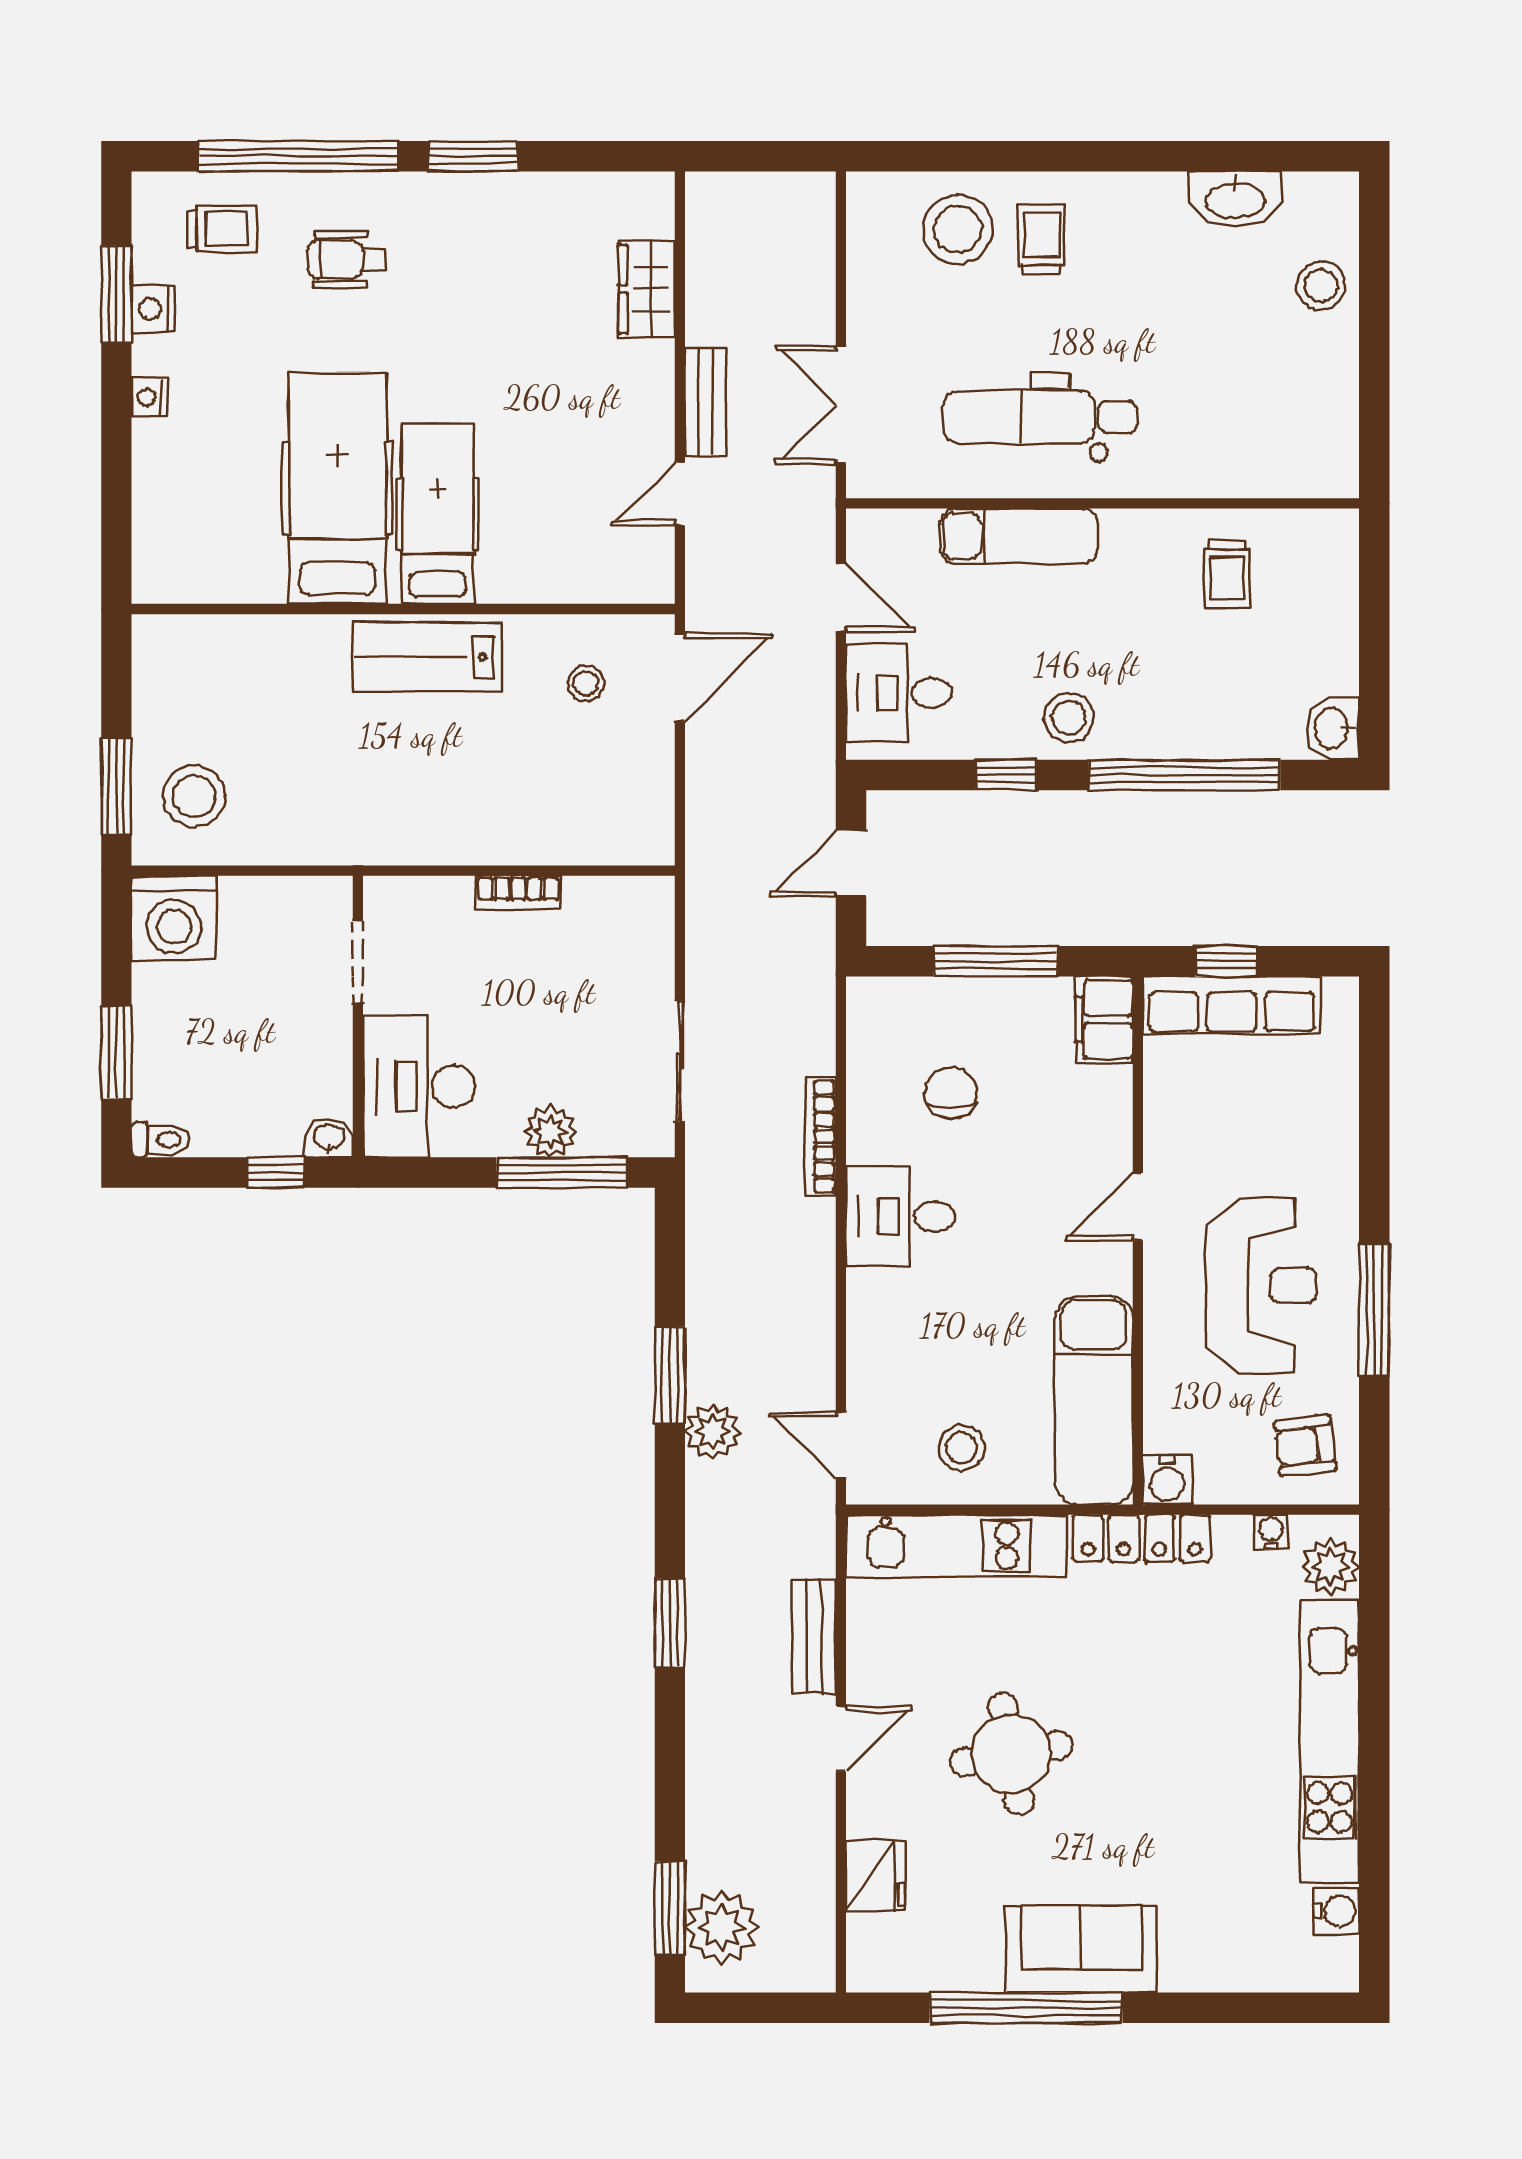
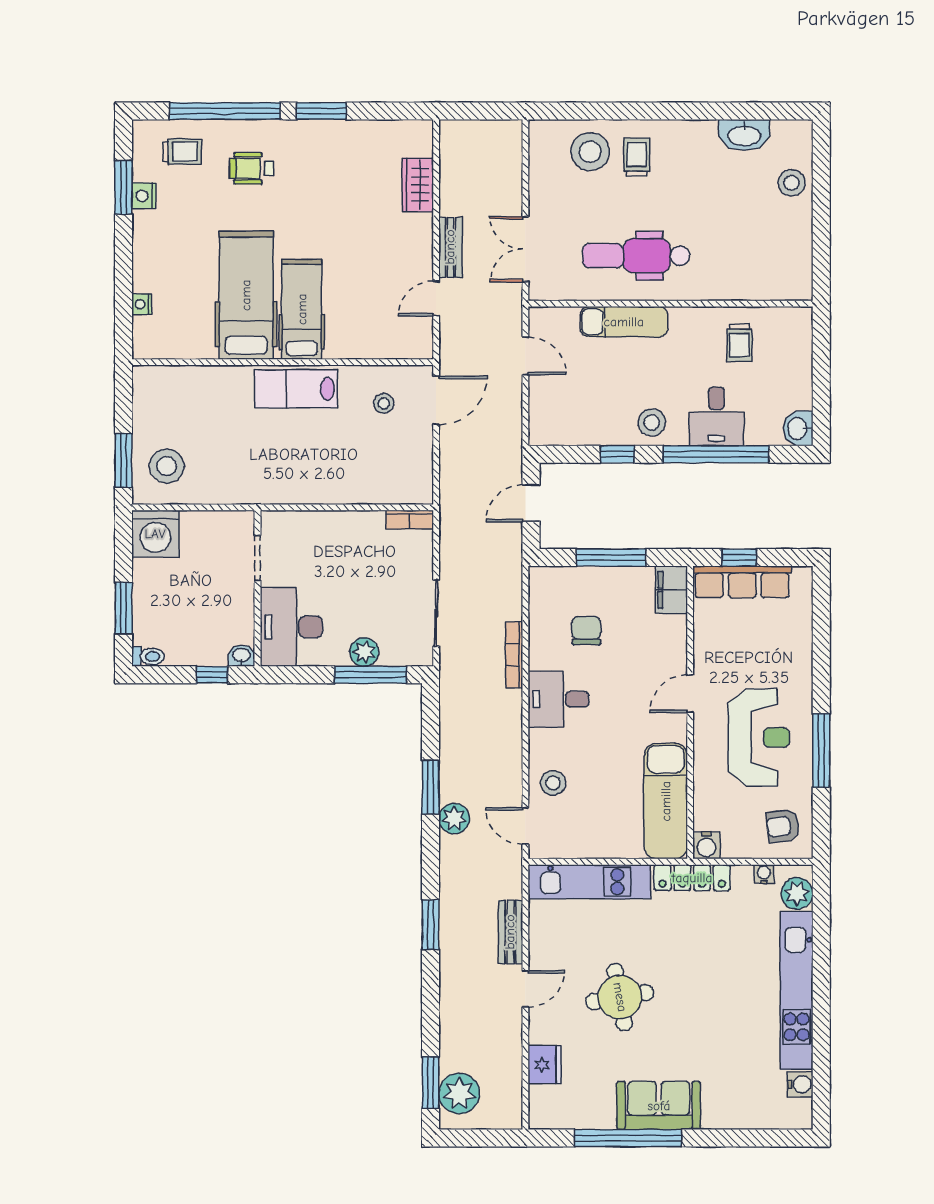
nightstand: (149, 397) -> (142, 304), moved
desk: (899, 693) -> (716, 417), moved, turned -90
bookcase: (518, 893) -> (410, 520), moved
stool: (961, 1448) -> (553, 783), moved

